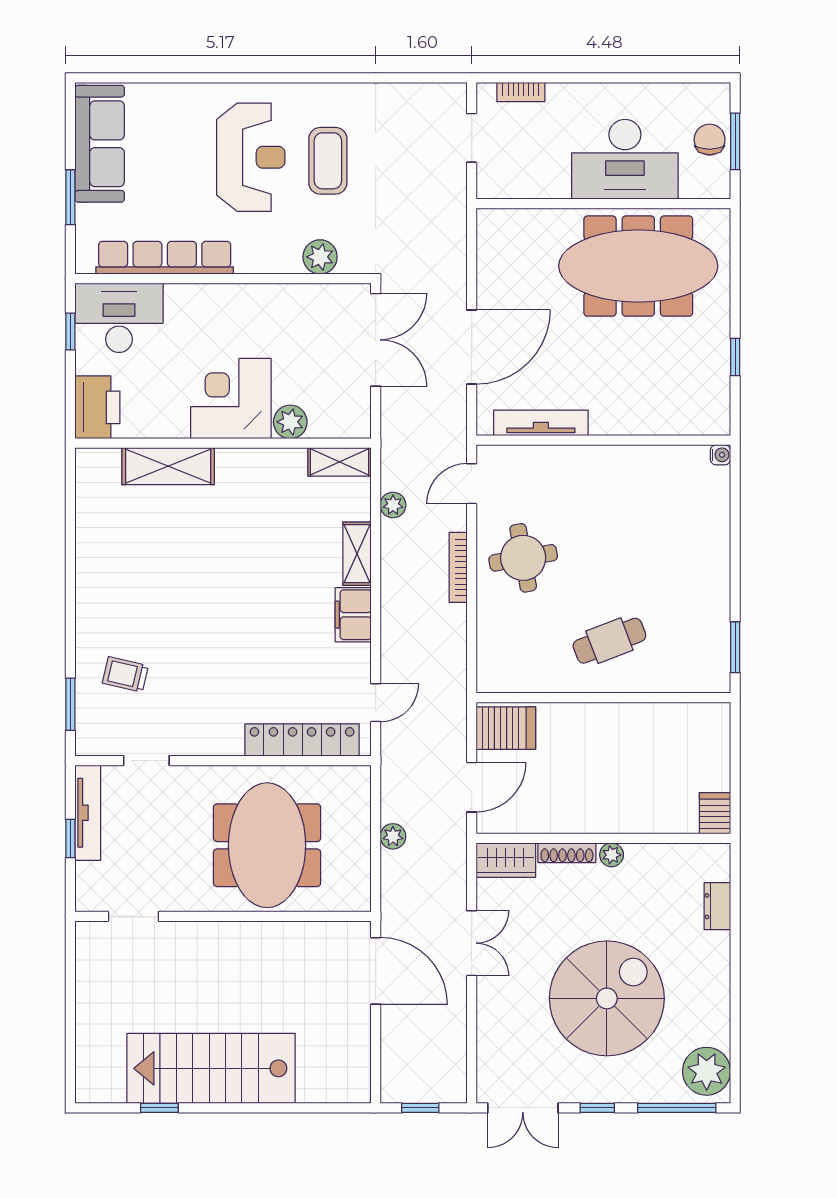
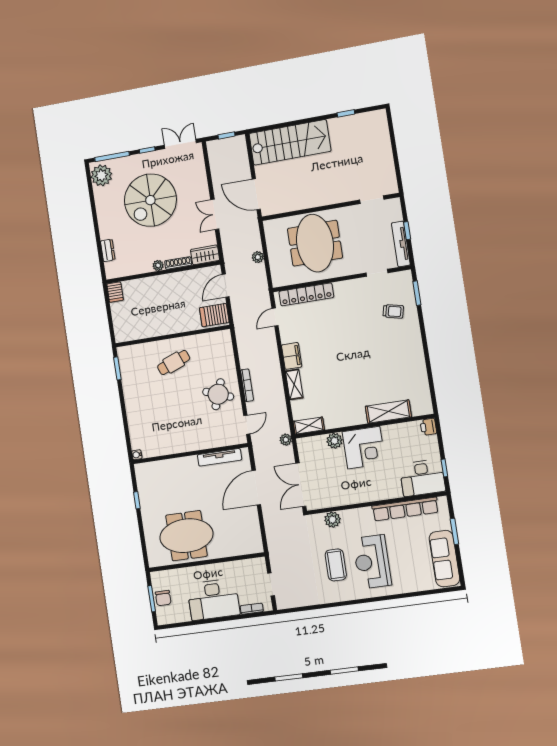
desk: (625, 159) -> (213, 599), moved, turned 180
meeting table: (638, 266) -> (186, 536), width x0.73
printer: (97, 407) -> (428, 427), width x0.53, depth x0.68
plant: (393, 505) -> (286, 440), moved
round table: (523, 558) -> (218, 394), turned 30
stairs: (211, 1068) -> (290, 142), moved

